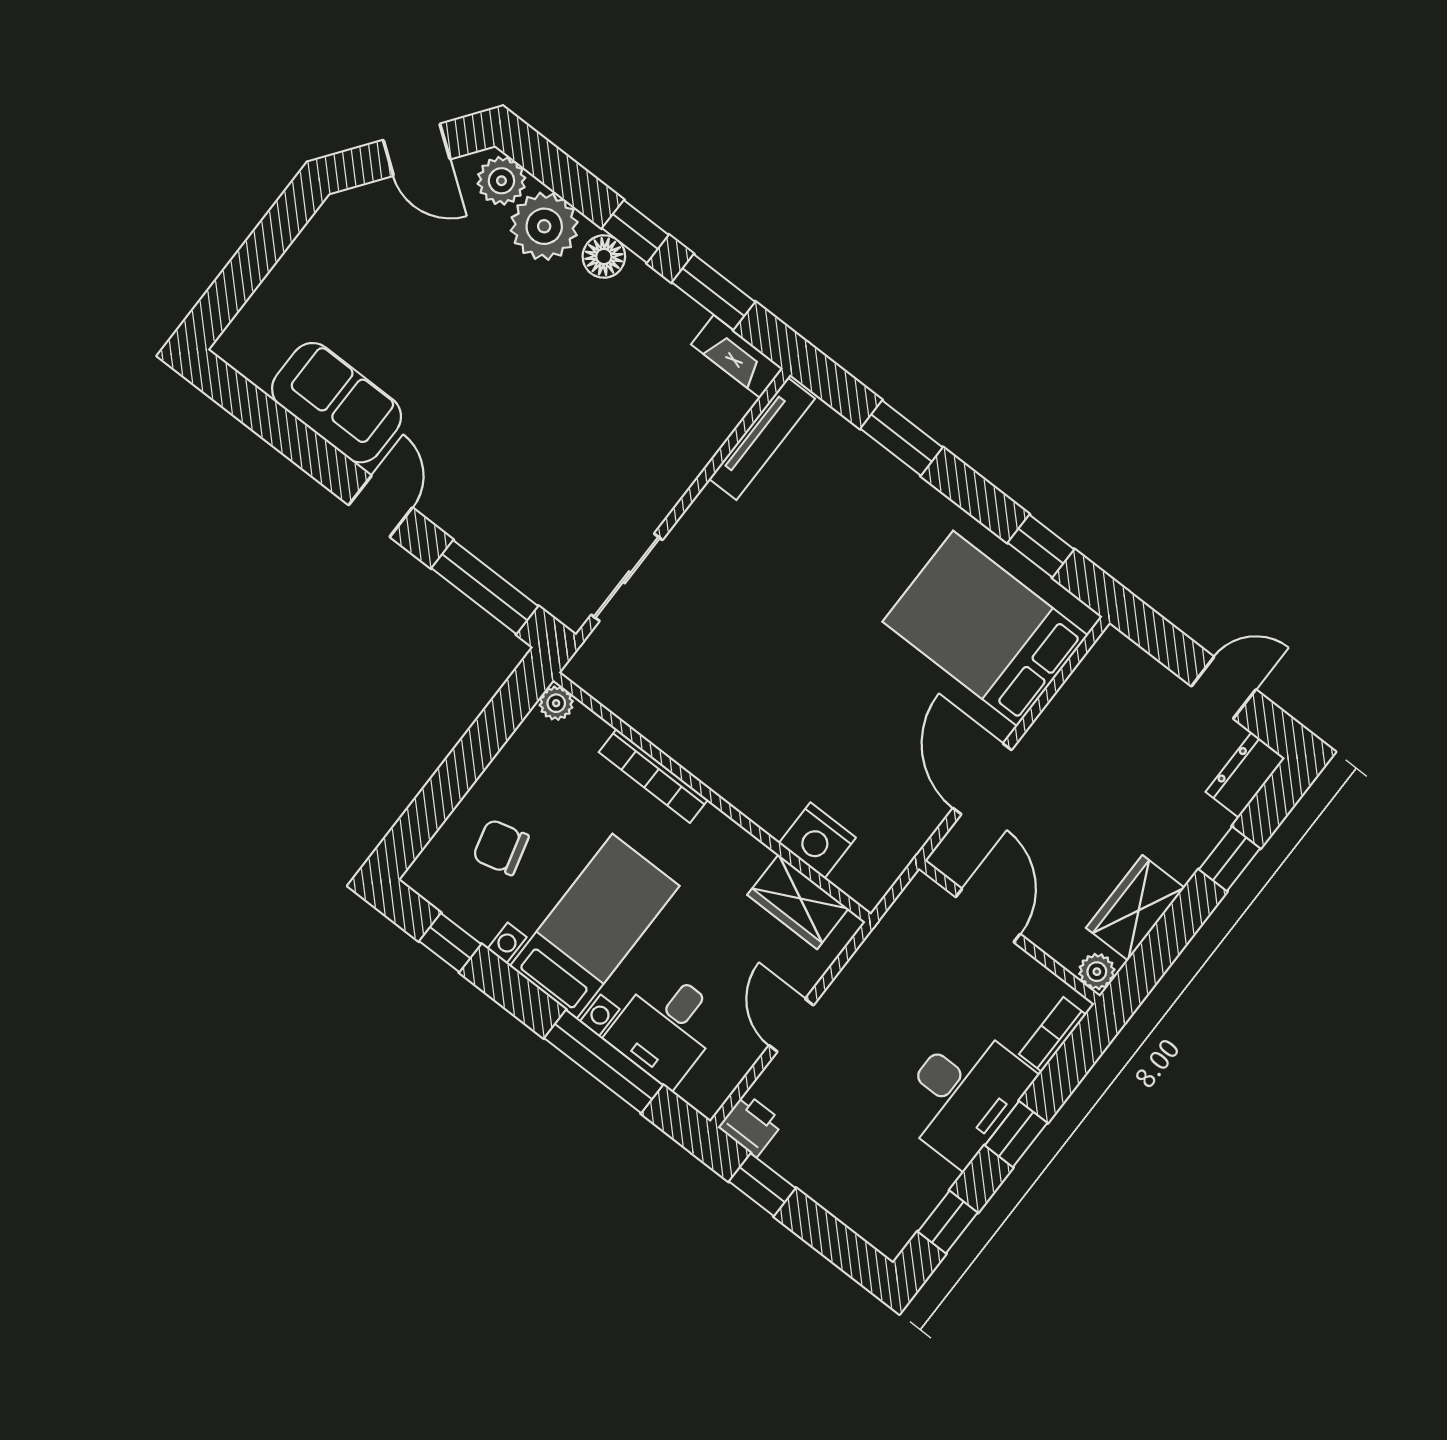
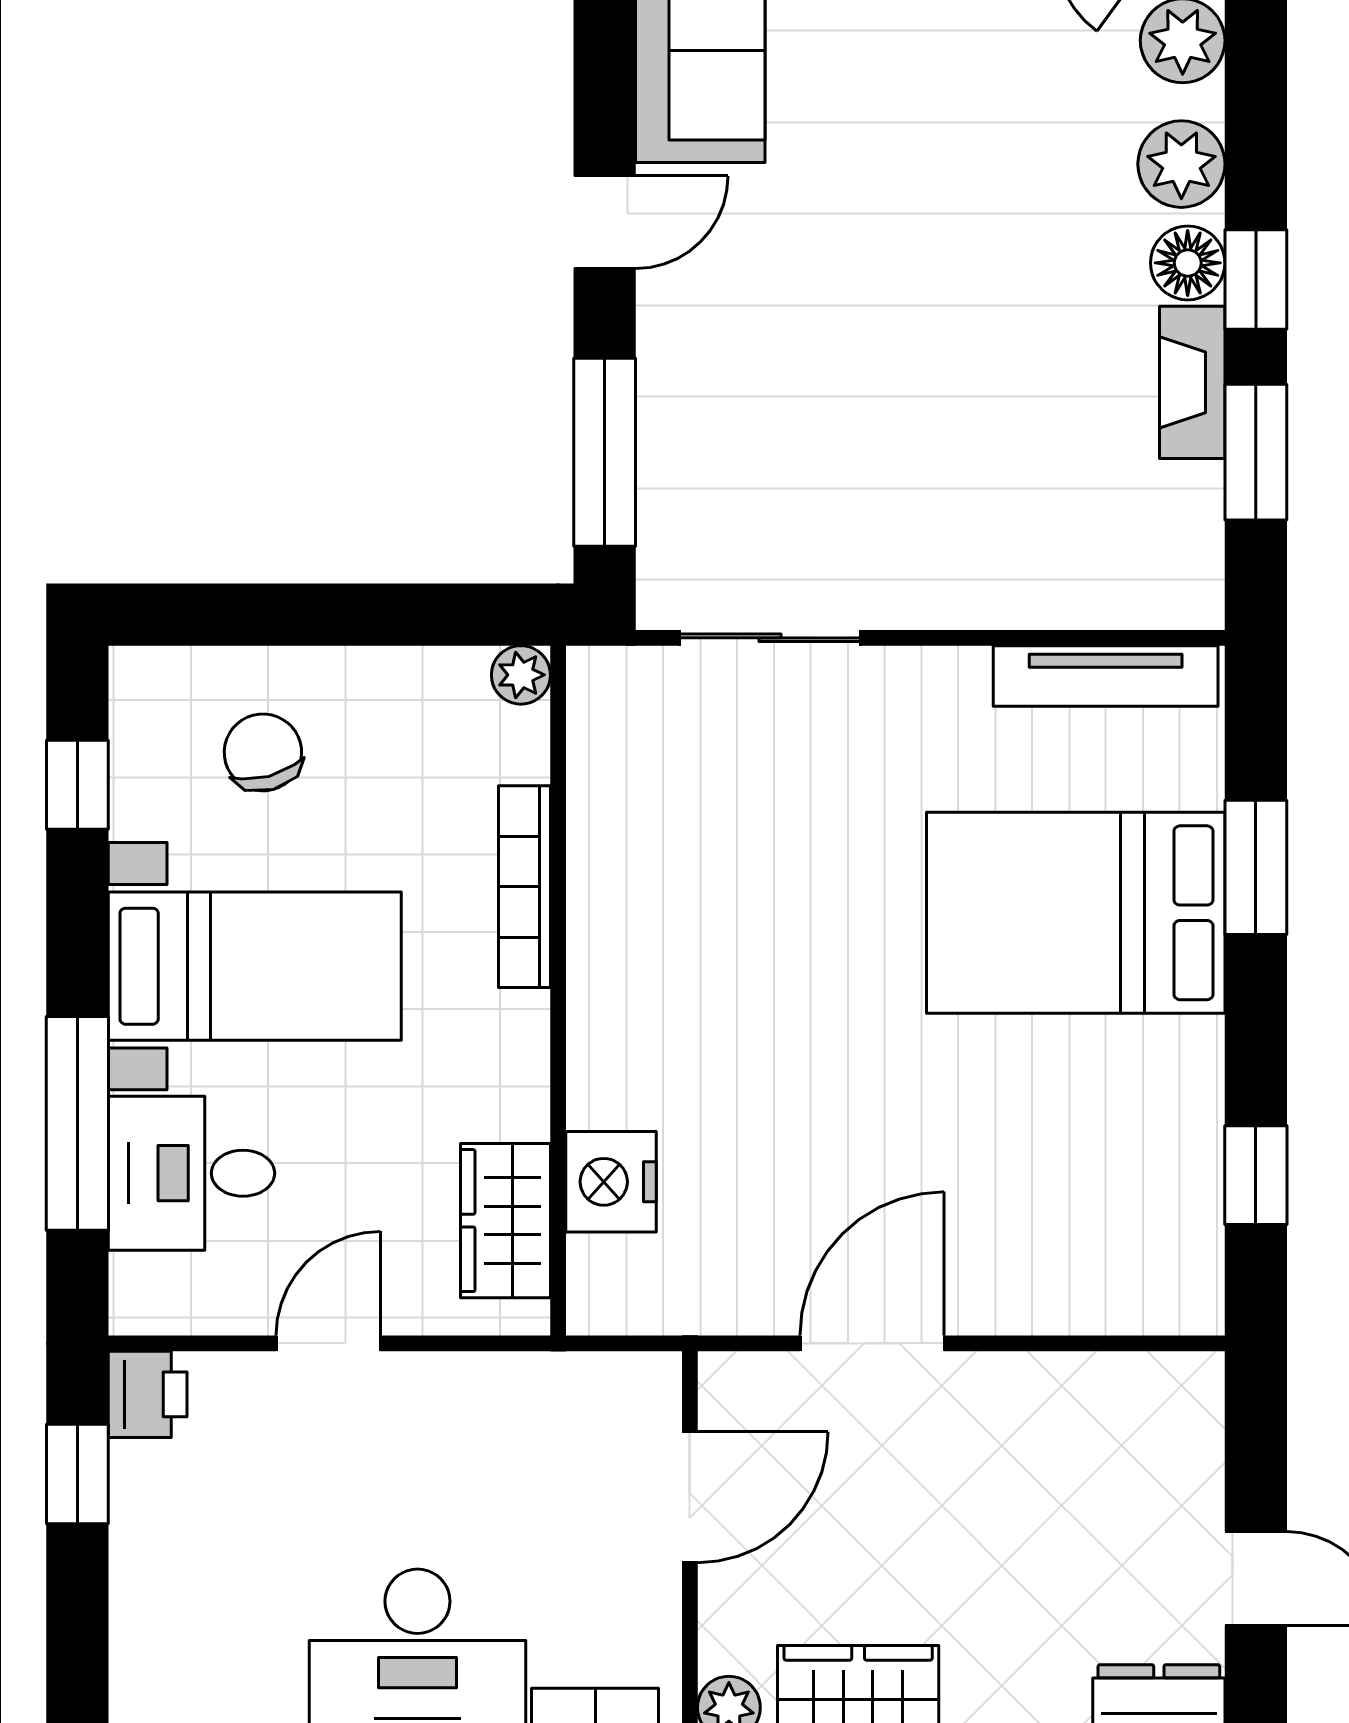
plant: (544, 226) -> (1181, 164), width x0.73, depth x0.73
fireplace: (737, 356) -> (1192, 382), moved
bed: (985, 628) -> (1076, 913), moved, turned -90

